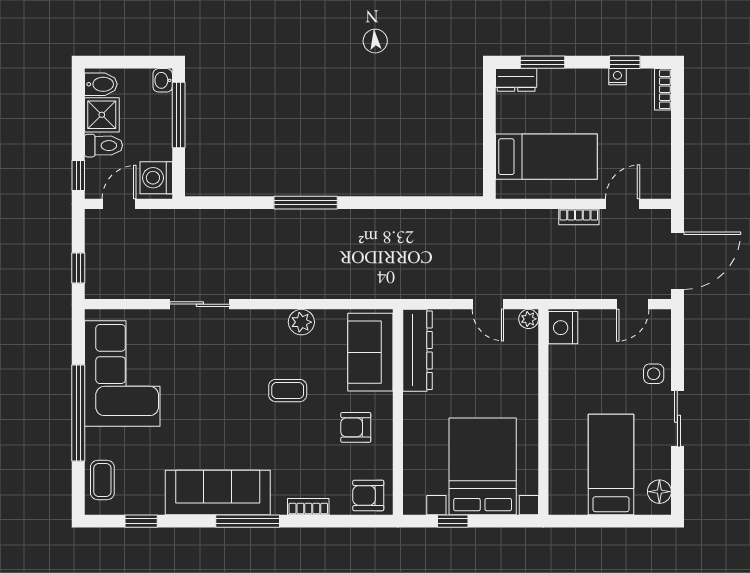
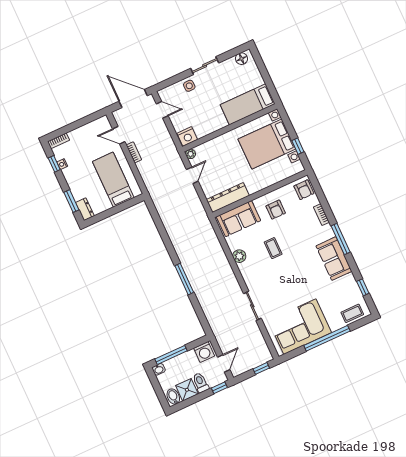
door: (119, 204) -> (224, 363), swing flipped
bed: (611, 464) -> (248, 104), moved
sofa: (218, 493) -> (334, 259), width x0.73

